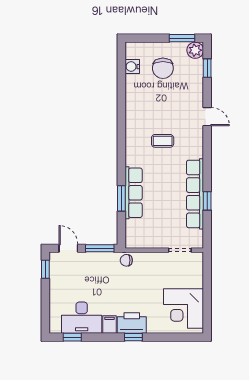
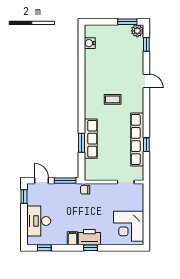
chair: (163, 68) -> (113, 44), removed
desk: (82, 318) -> (39, 221), moved, turned 90

